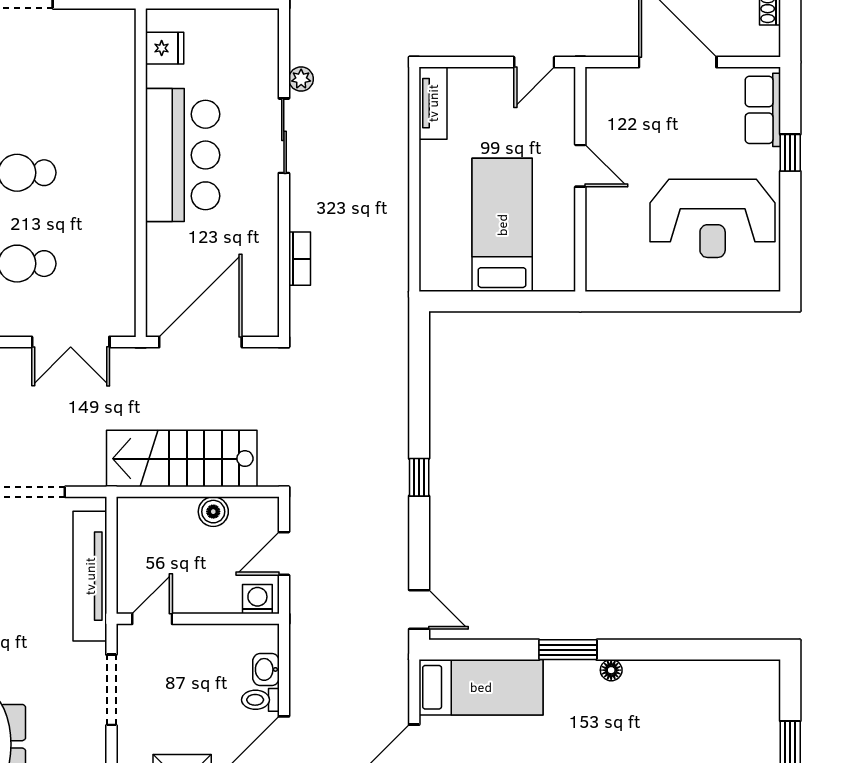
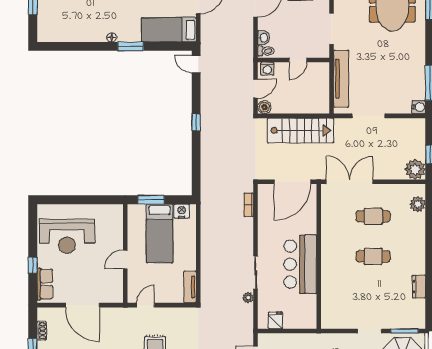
fridge: (165, 48) -> (275, 320), moved, turned 90
door: (580, 166) -> (125, 259), hinge flipped
reception desk: (713, 218) -> (67, 236), turned 180
bookcase: (300, 259) -> (249, 205), moved
nightstand: (452, 276) -> (182, 211), added
window: (522, 301) -> (151, 200), added
double door: (71, 342) -> (350, 182), width x1.37
boiler: (213, 512) -> (264, 107), moved
door: (152, 619) -> (298, 60), moved
toilet: (260, 700) -> (266, 51), moved

